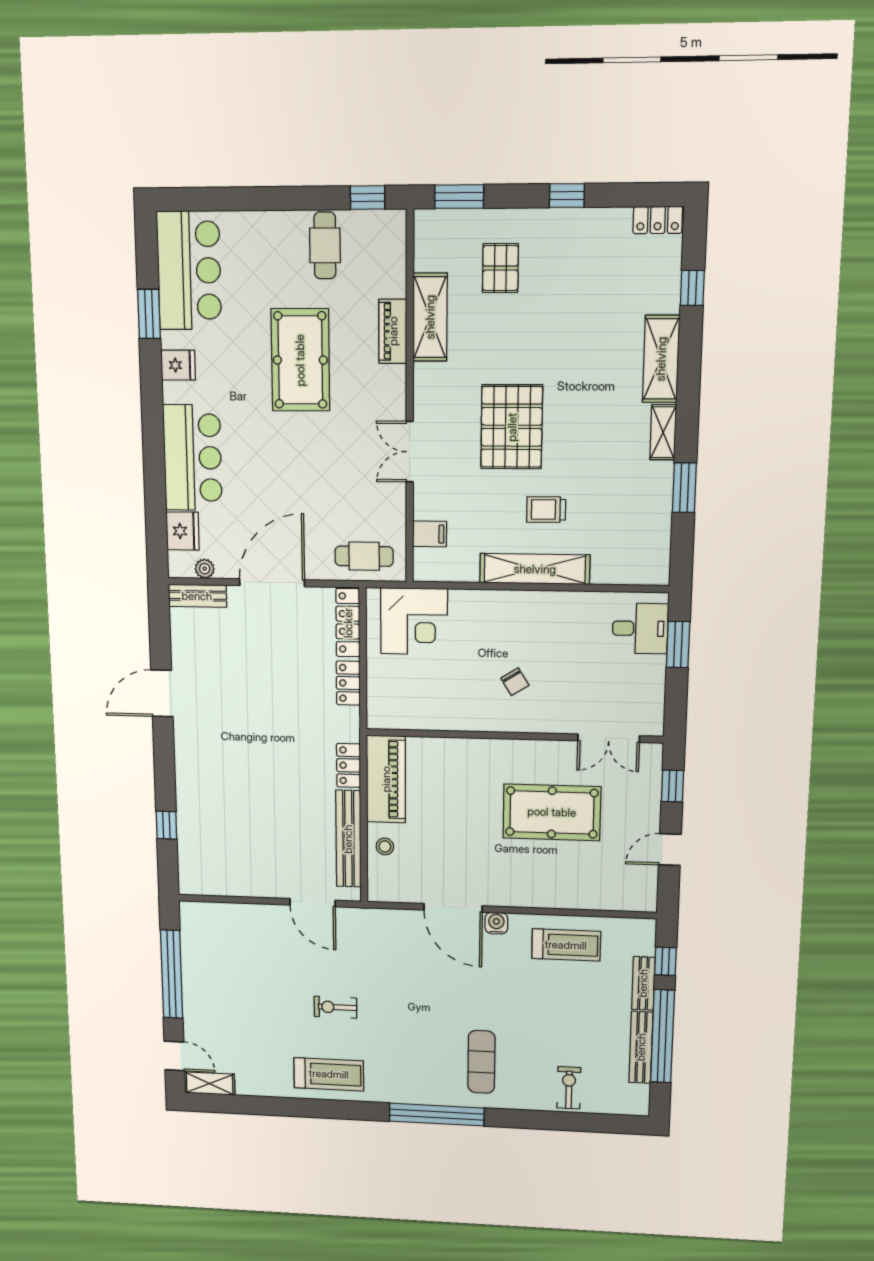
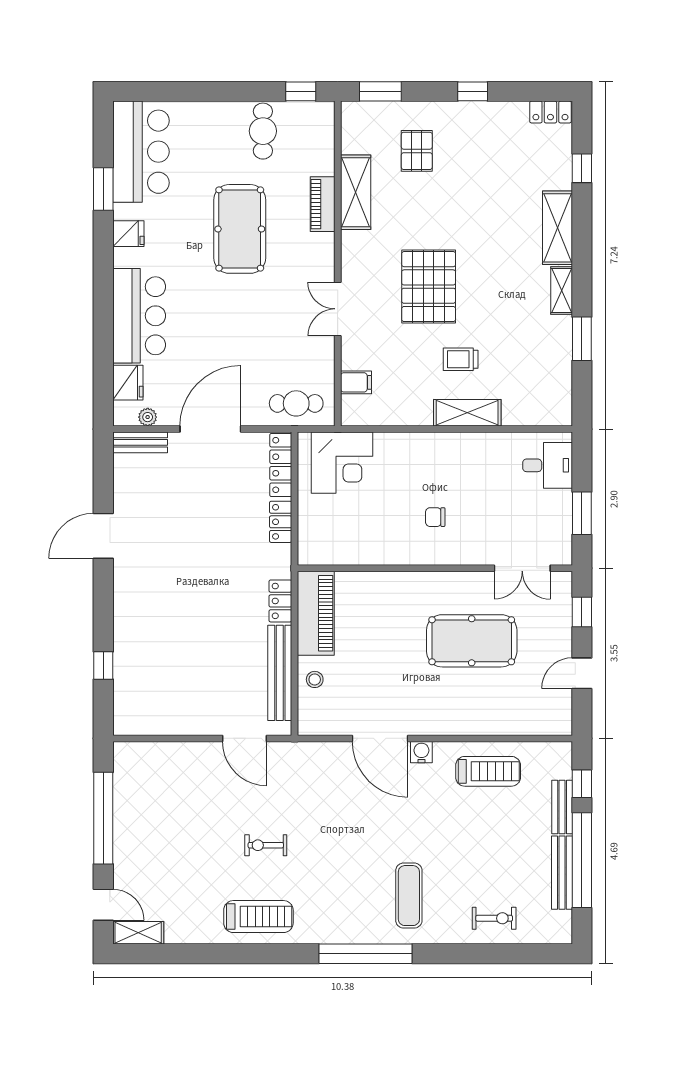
shelving: (535, 569) -> (467, 413), width x0.68
window: (678, 645) -> (582, 513), moved
chair: (515, 682) -> (435, 517), turned 122
exercise bike: (569, 1088) -> (494, 918), turned 90

